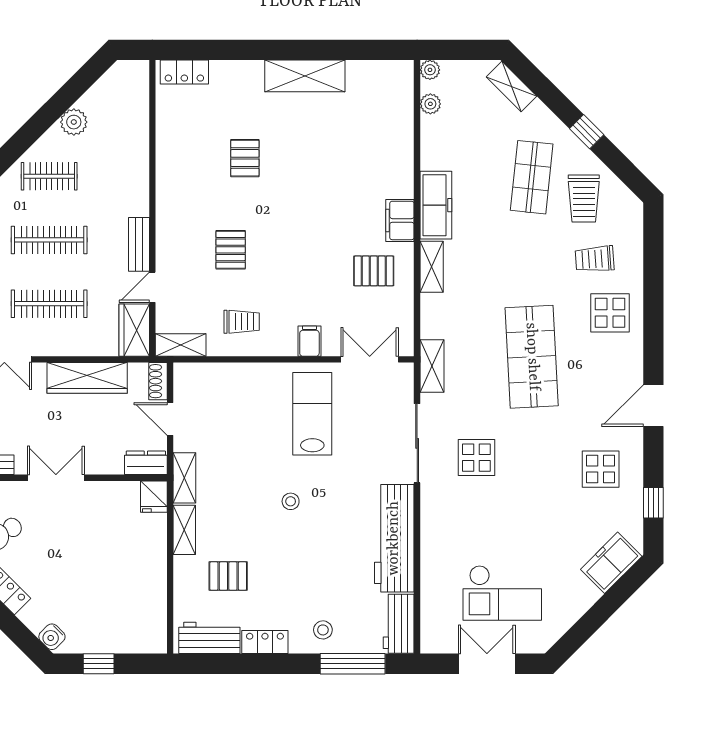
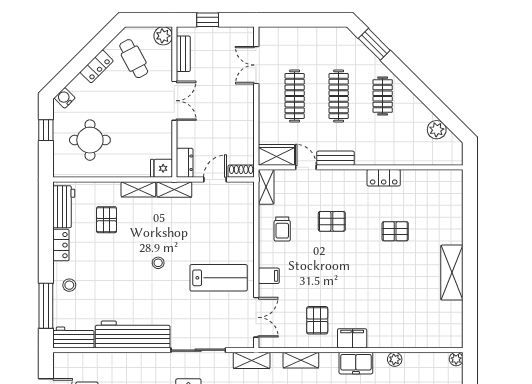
locker: (184, 72) -> (384, 178), moved, turned -90
plant: (430, 104) -> (395, 359), moved
plant: (74, 122) -> (437, 130), moved
freezer: (436, 205) -> (356, 363), width x0.71
shelving: (432, 267) -> (301, 360), moved
wardrobe: (87, 378) -> (243, 122), removed
round table: (113, 600) -> (90, 140), added

